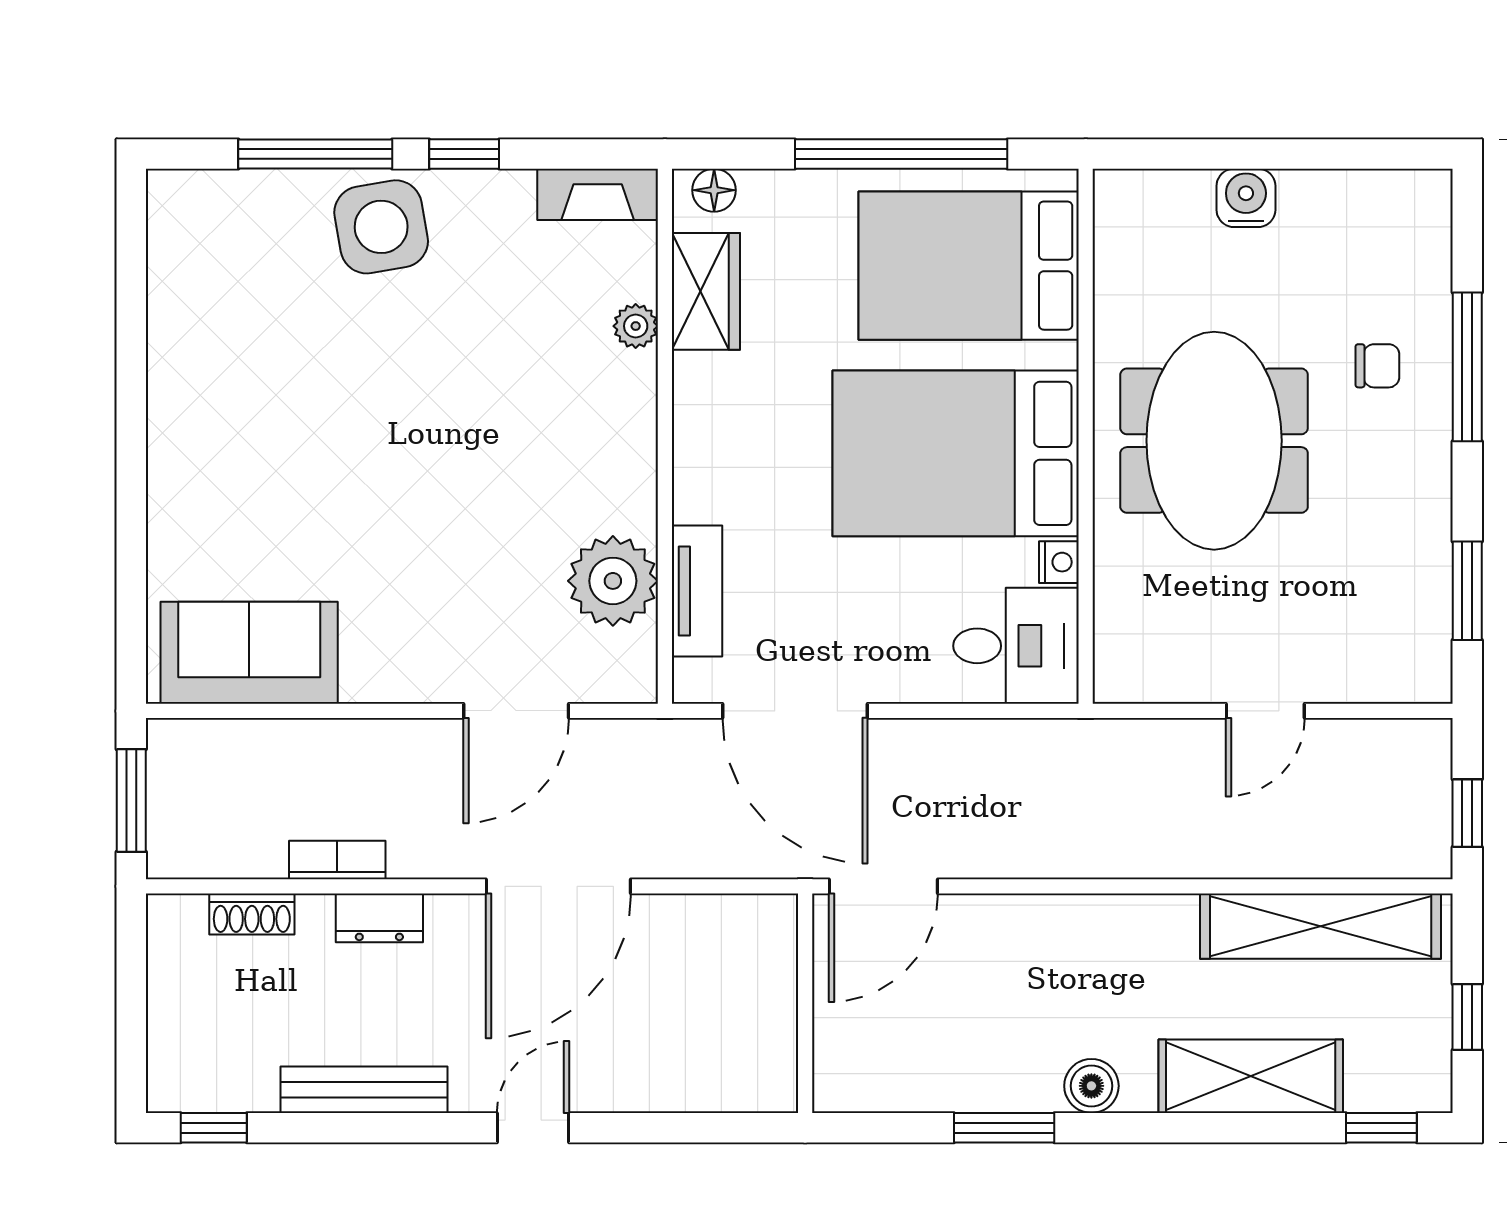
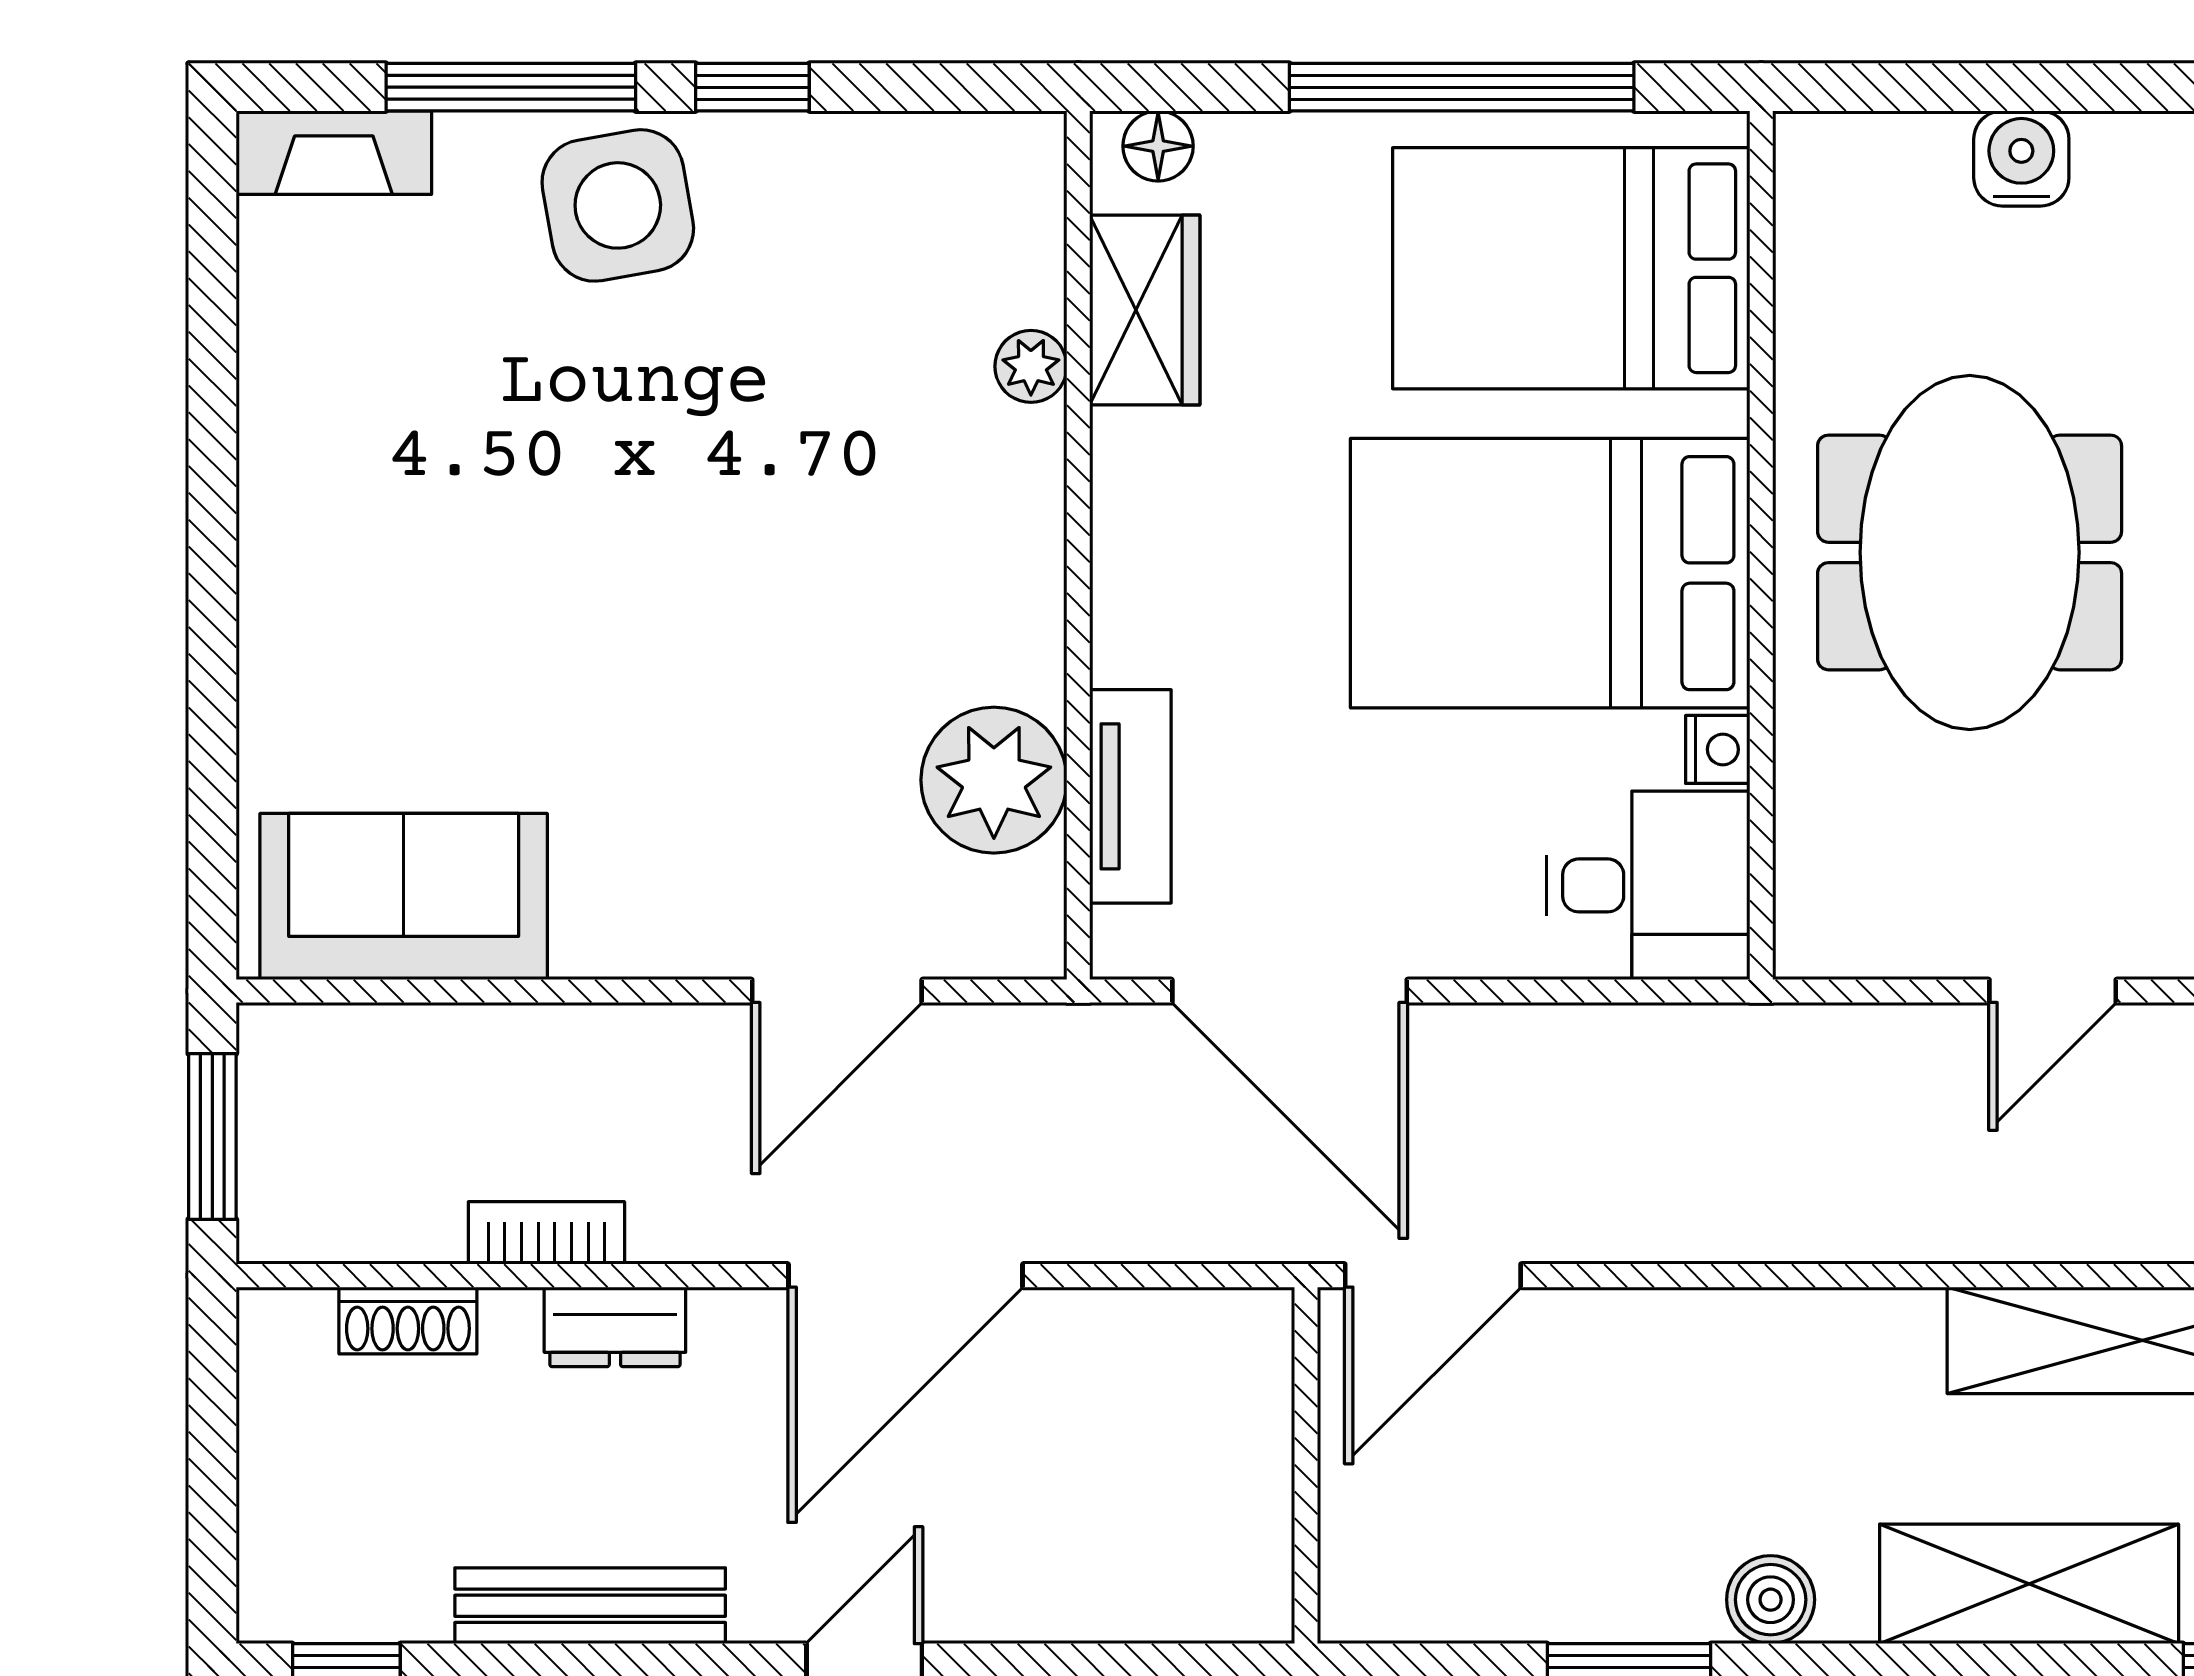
fireplace: (598, 194) -> (334, 153), moved

